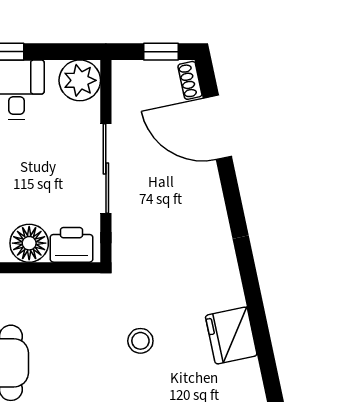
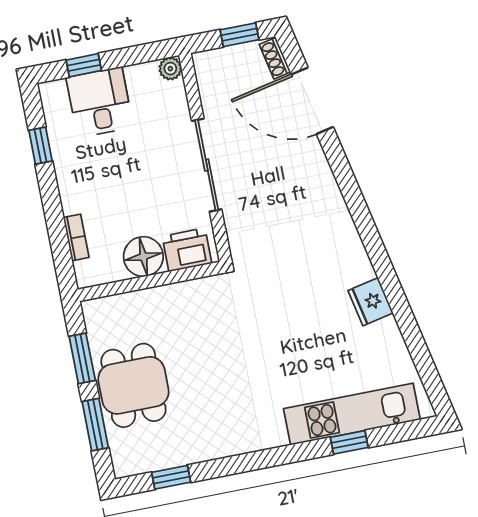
plant: (80, 80) -> (170, 69), width x0.53, depth x0.53
fridge: (231, 336) -> (371, 302), width x0.73, depth x0.75
stool: (140, 341) -> (276, 334), removed

